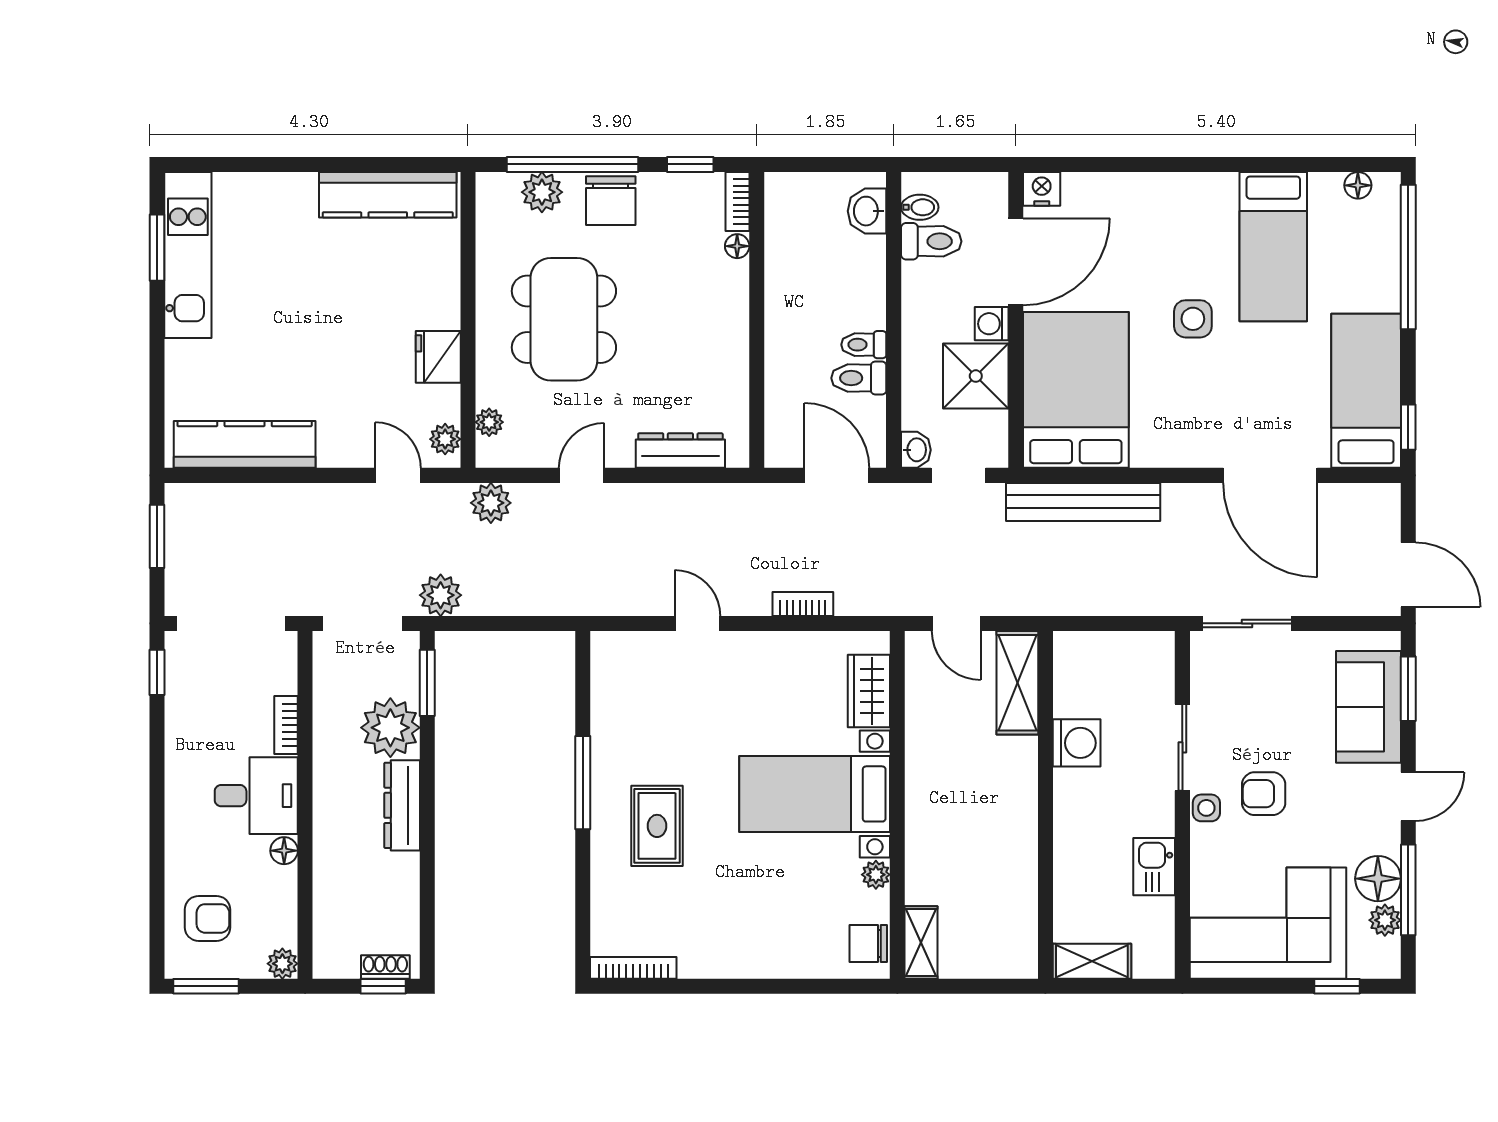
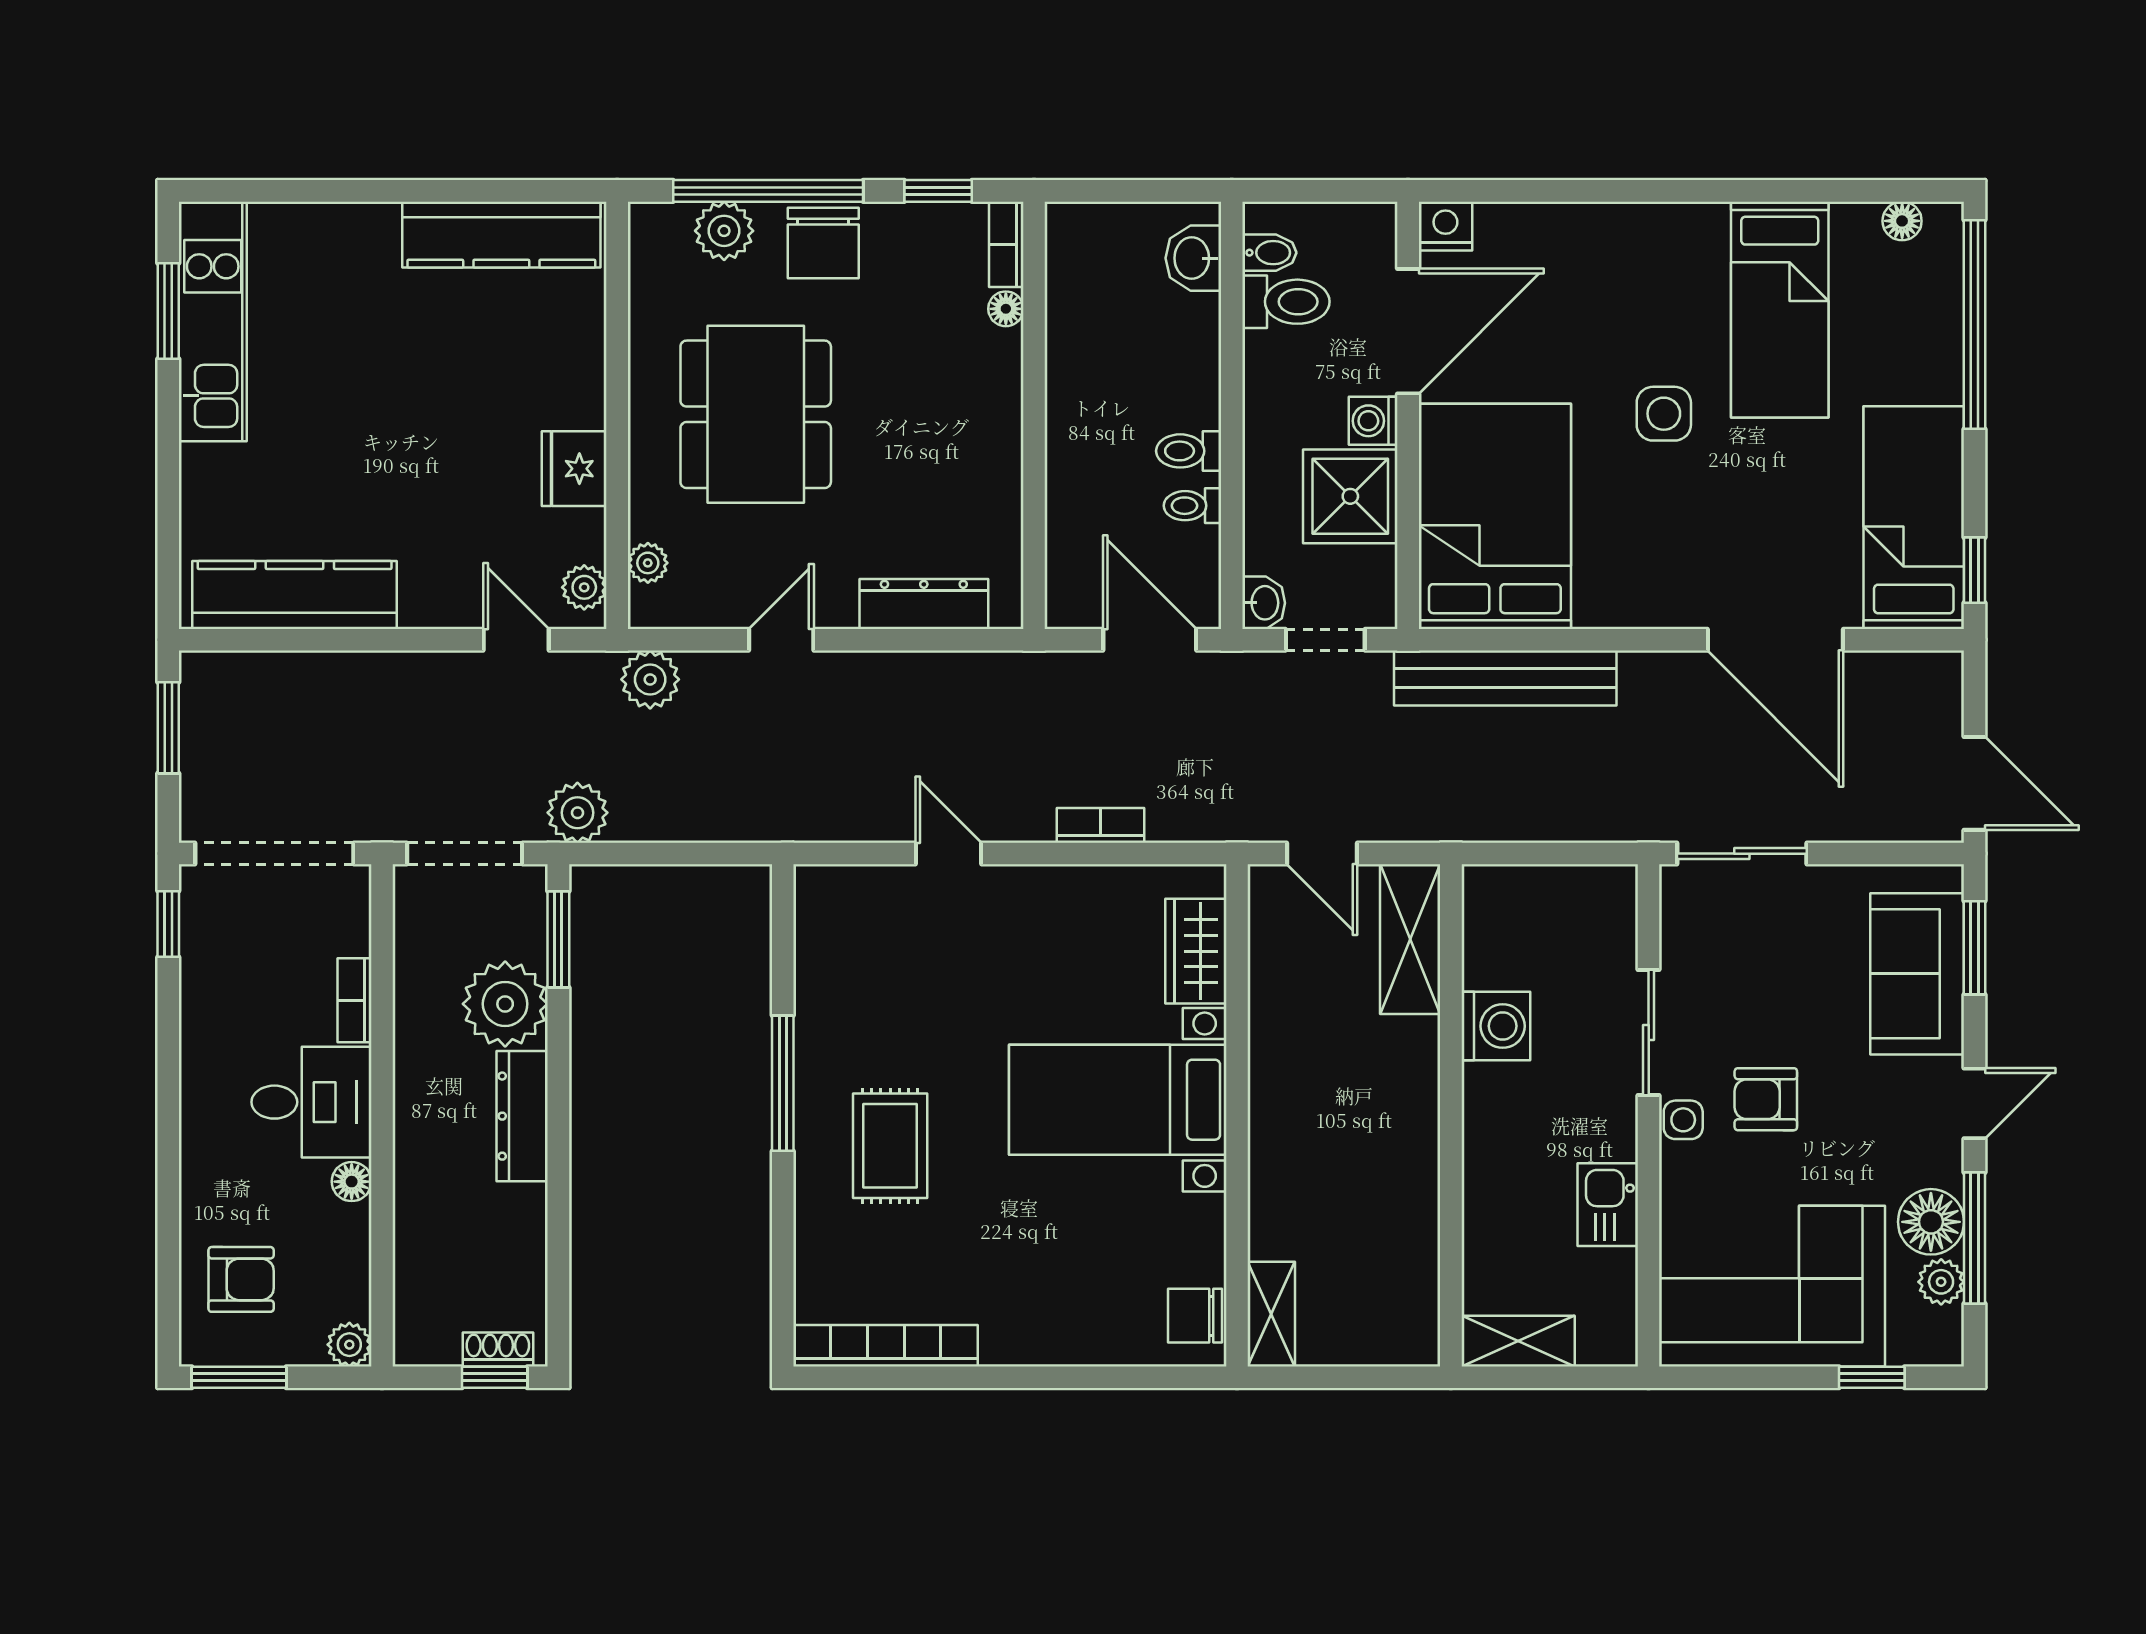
toilet: (859, 378) -> (1192, 506), width x0.73, depth x0.72
plant: (876, 875) -> (1206, 1216), removed
bookcase: (633, 968) -> (886, 1346), width x1.48, depth x1.31

